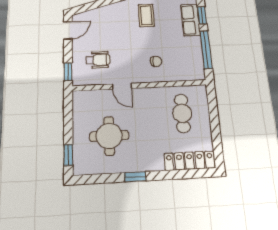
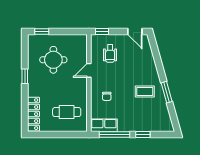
row of seats: (191, 20) -> (104, 125), moved

